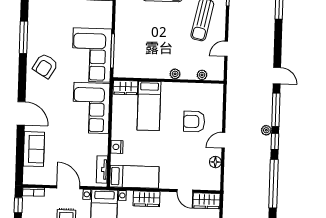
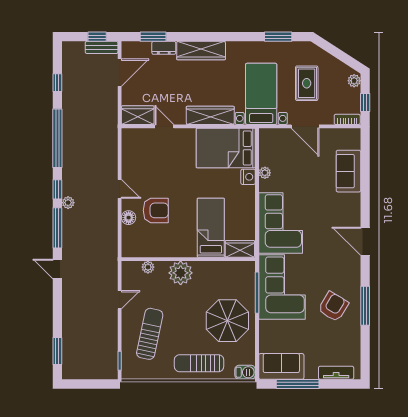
parasol: (138, 29) -> (227, 321), added
armchair: (45, 66) -> (333, 307), moved
plant: (175, 74) -> (181, 273), width x1.87, depth x1.87
door: (21, 113) -> (365, 241), moved
door: (223, 140) -> (120, 189), hinge flipped
plant: (103, 150) -> (265, 173), added
floor lamp: (215, 162) -> (129, 218), moved
tv unit: (102, 169) -> (265, 149), removed
bed: (134, 177) -> (226, 148), width x1.50
wardrobe: (147, 199) -> (210, 115), width x1.50

